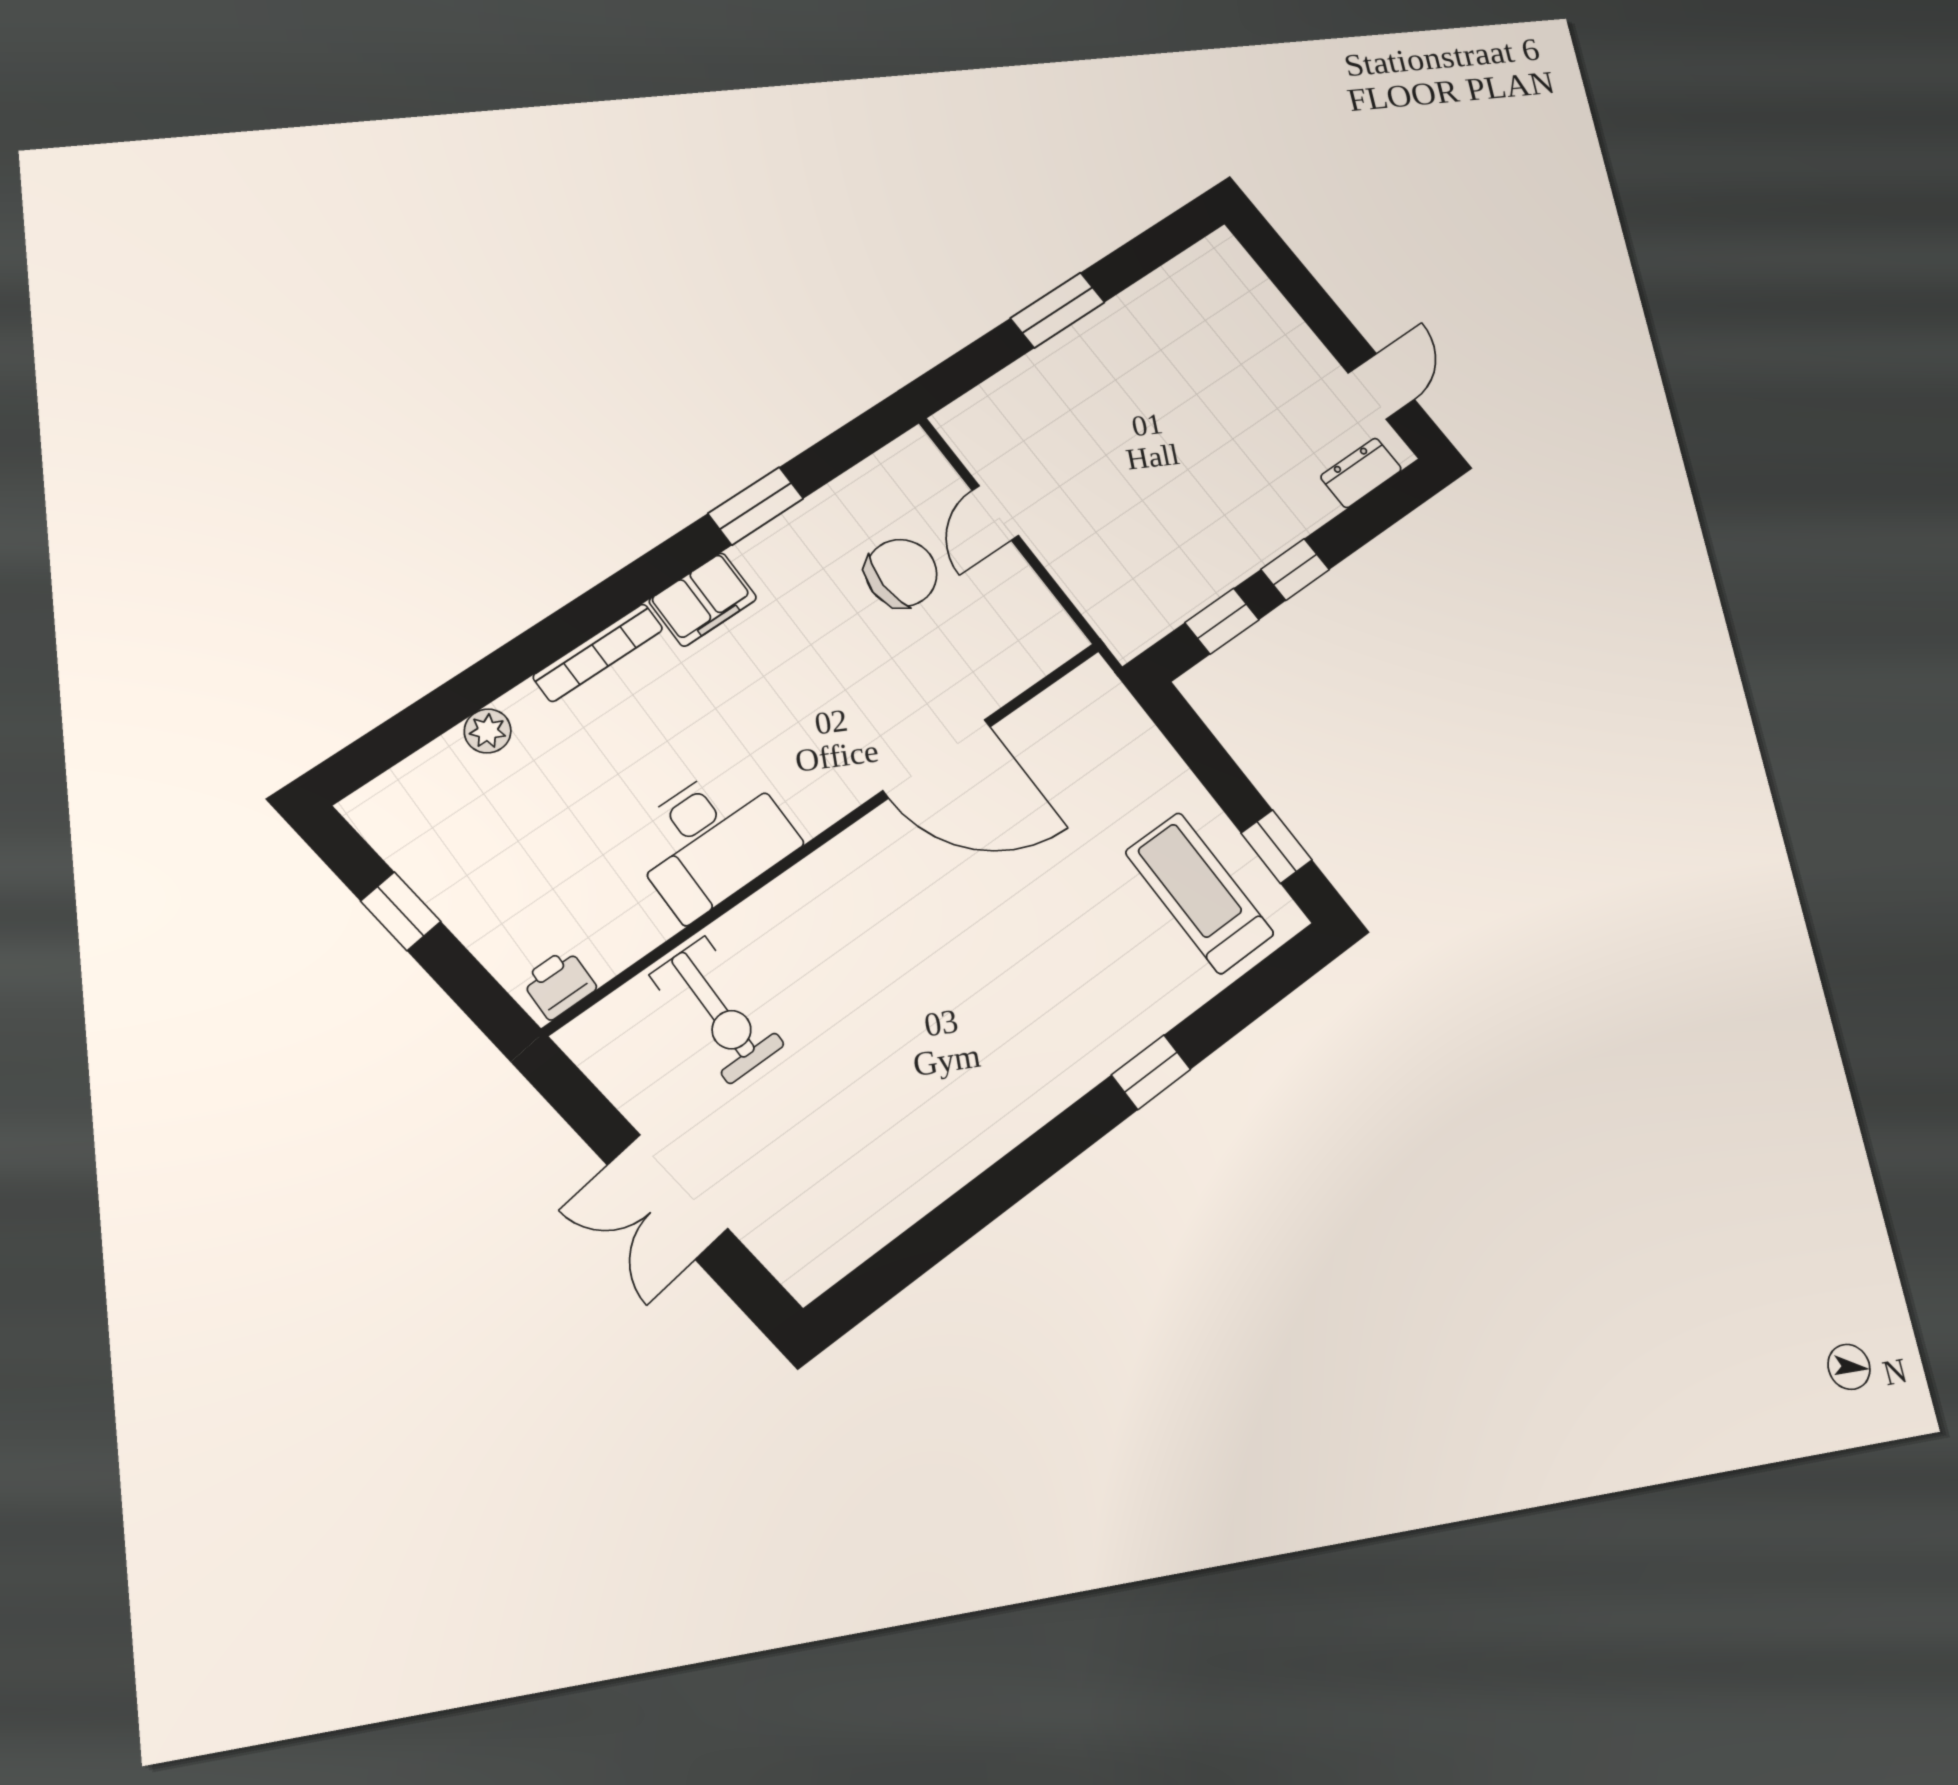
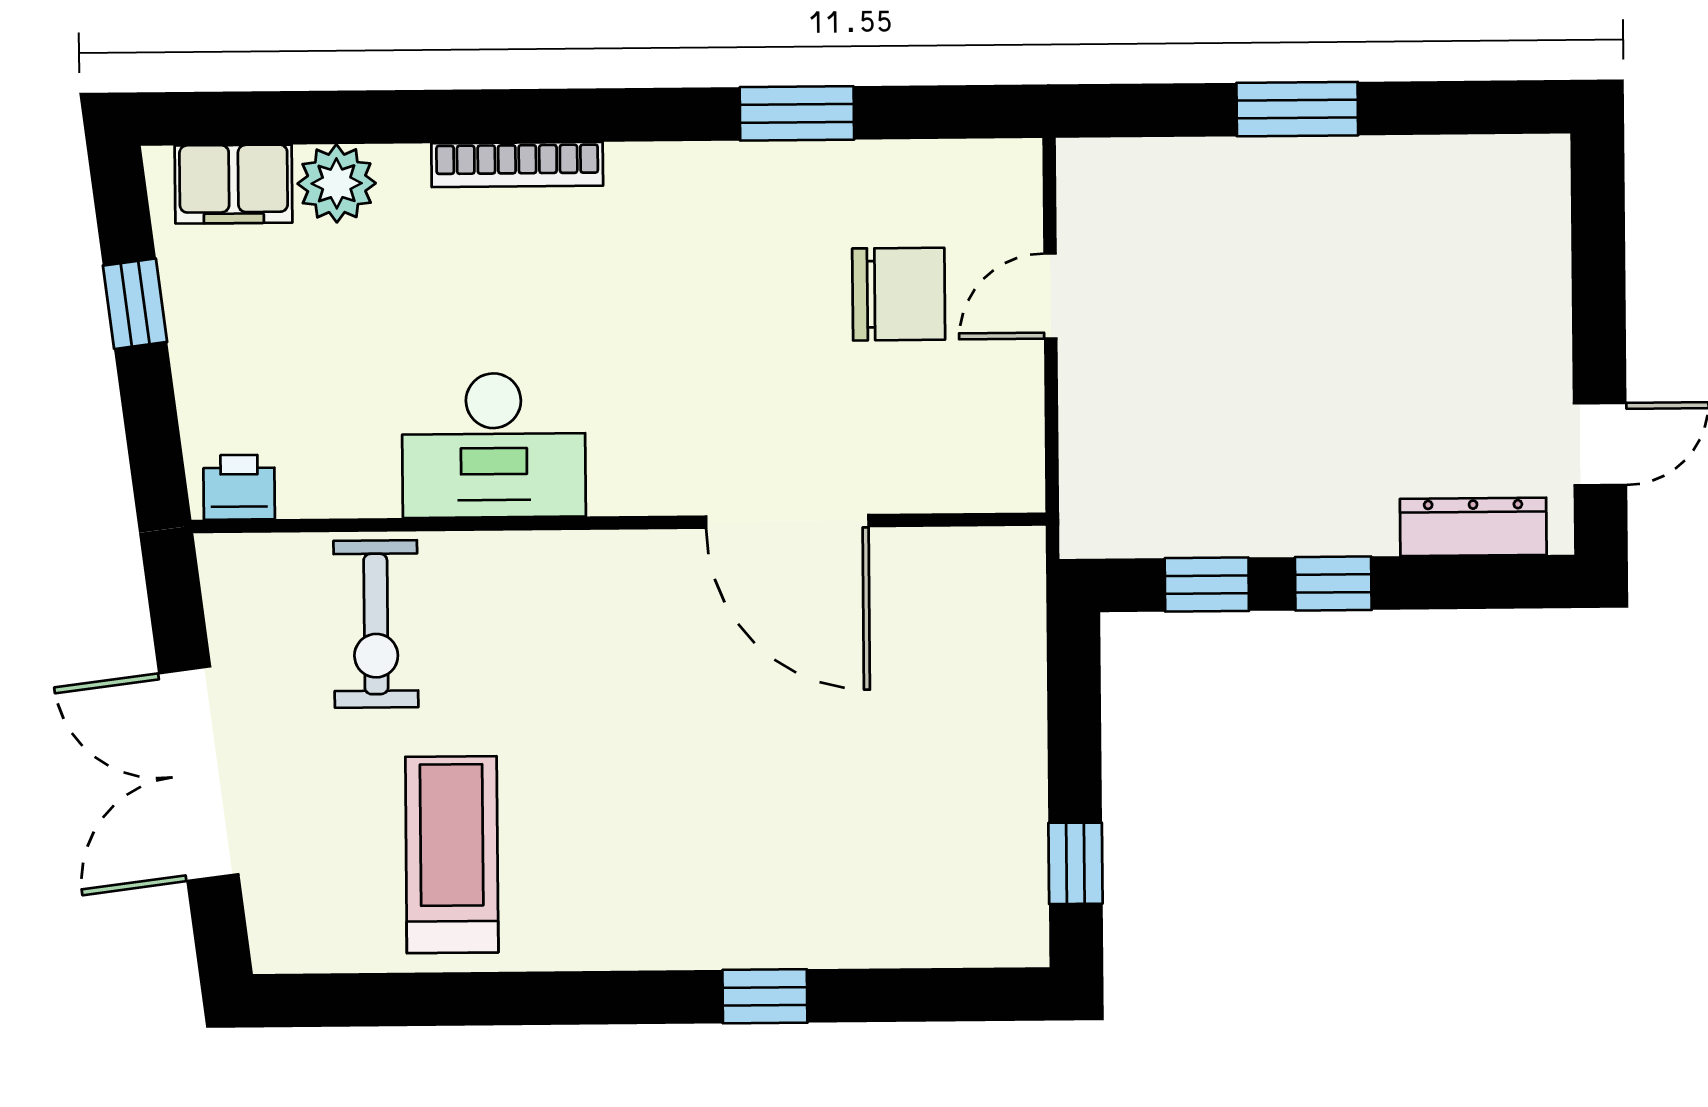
dresser: (1361, 473) -> (1473, 527), width x1.44
filing cabinet: (703, 600) -> (234, 184), moved
plant: (488, 731) -> (337, 183), width x1.38, depth x1.38
treadmill: (1199, 893) -> (452, 855), moved
double door: (667, 1197) -> (199, 774), width x1.37

